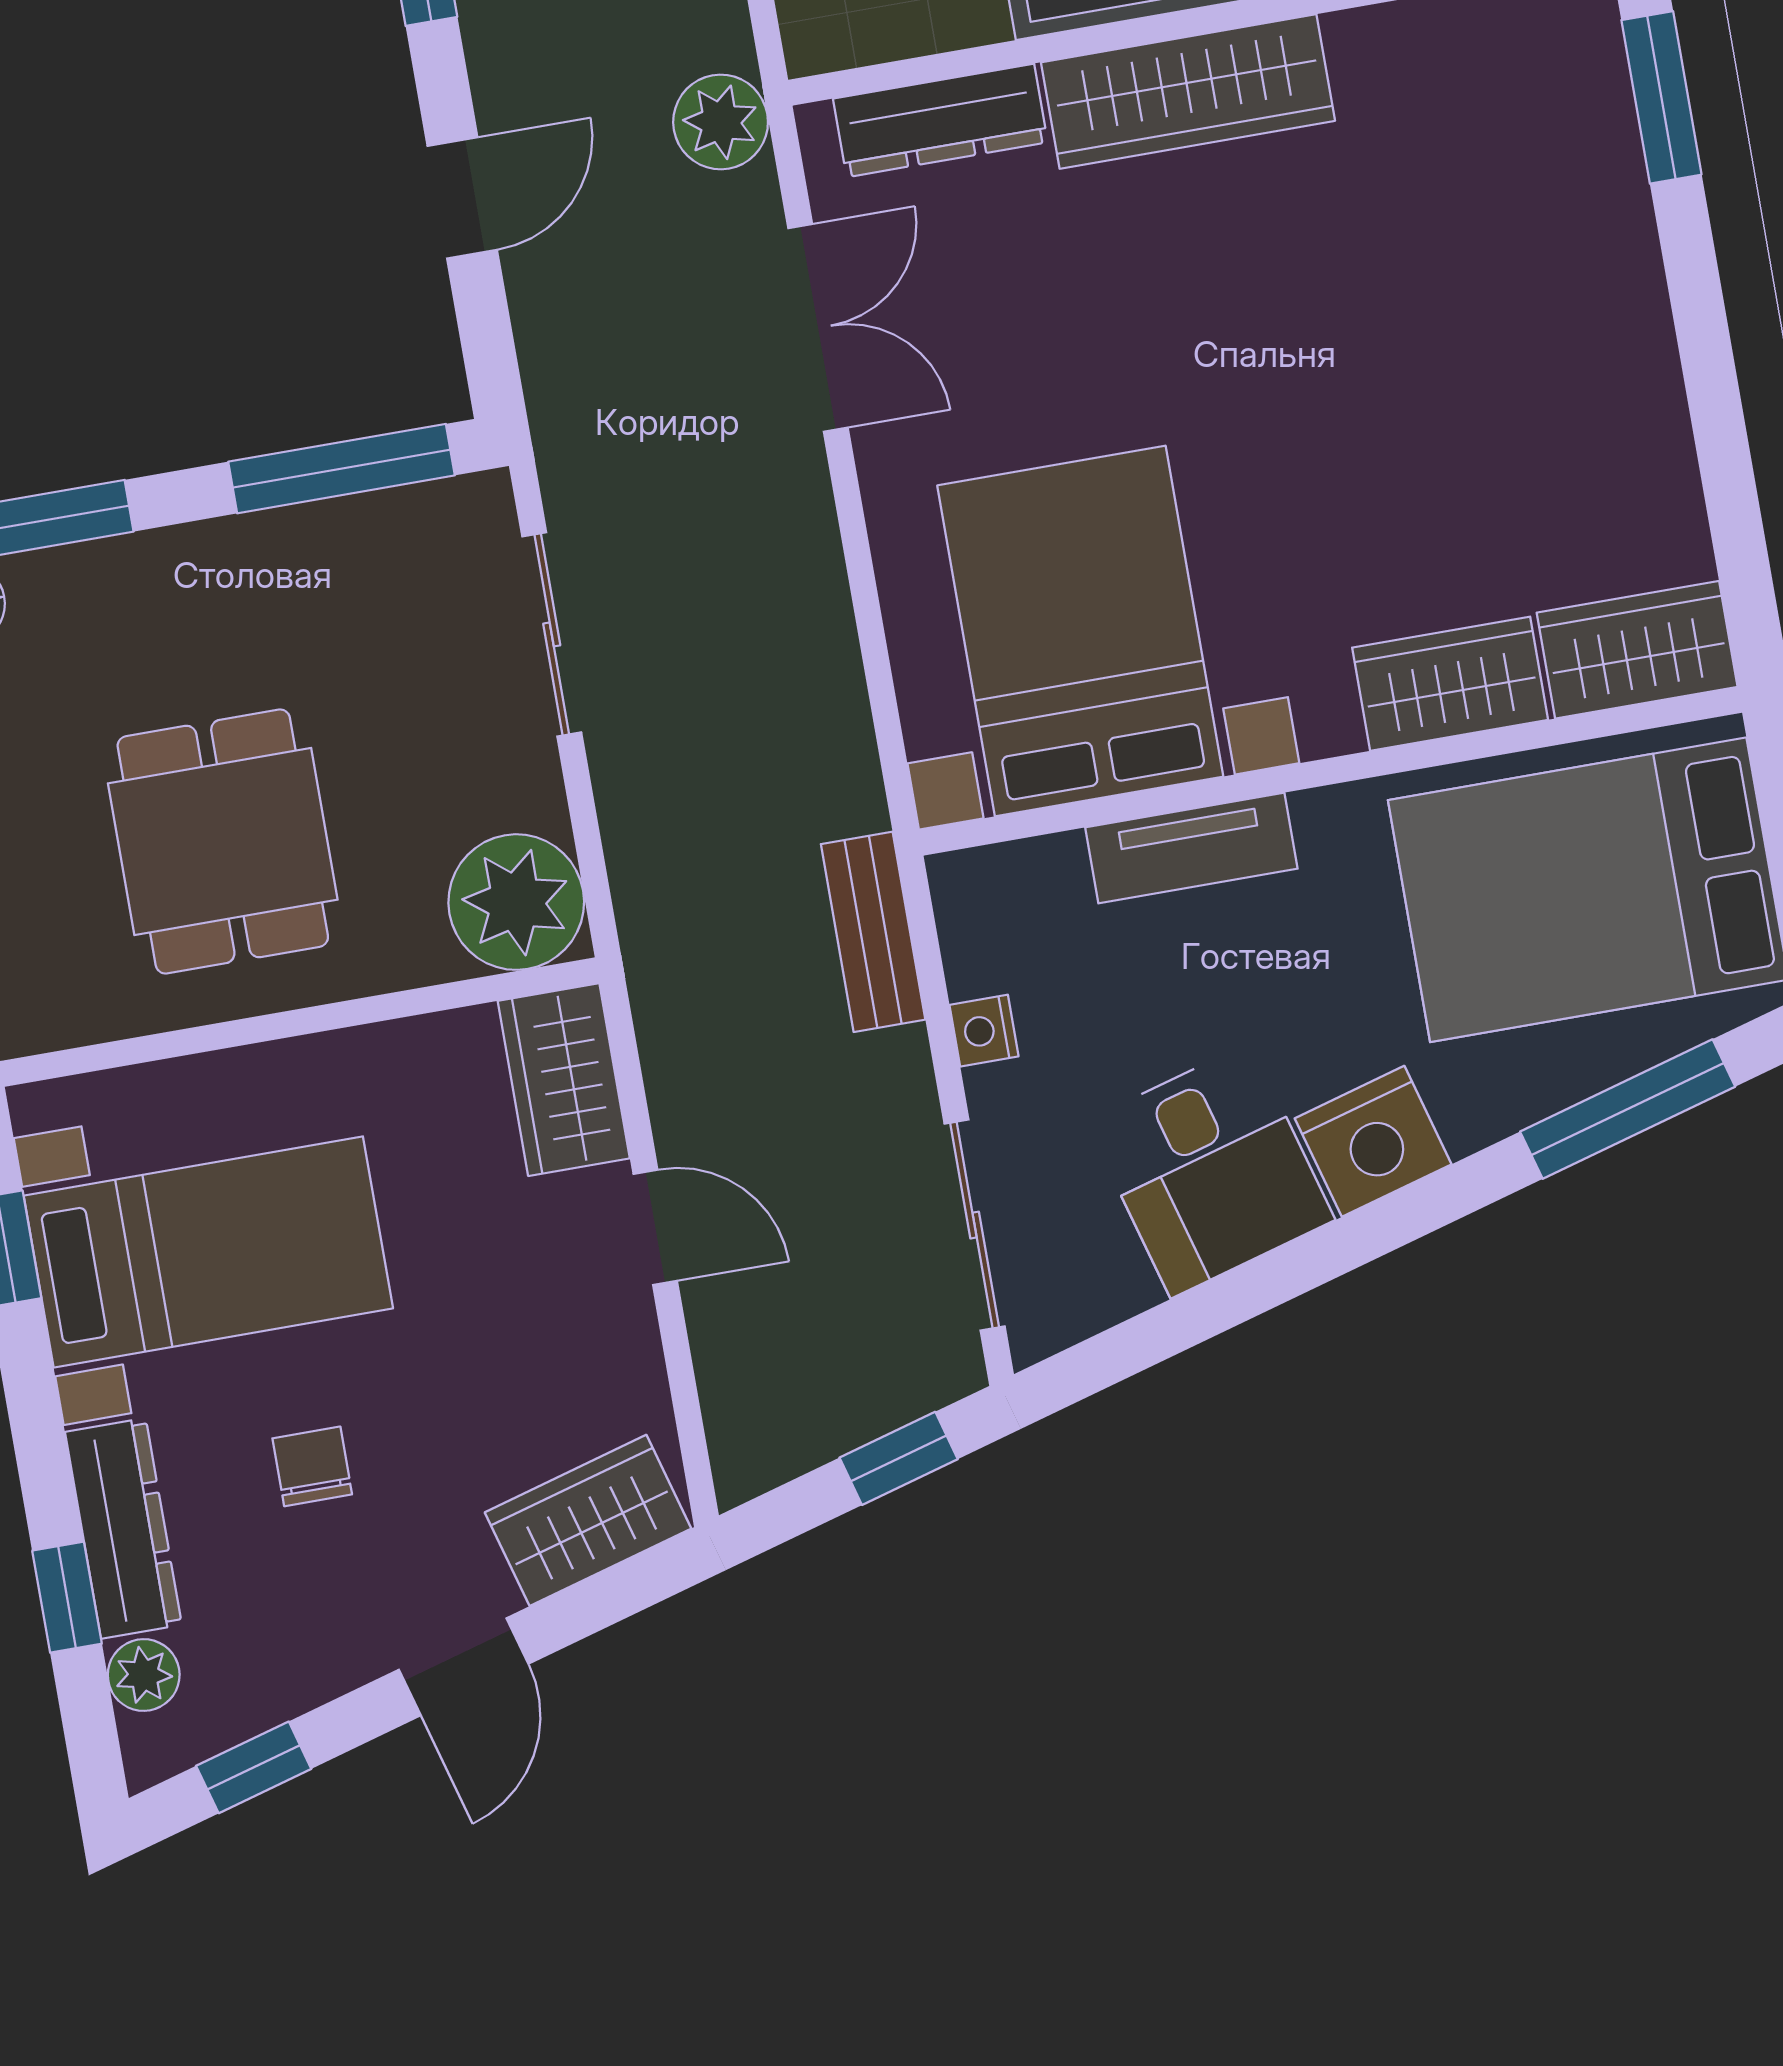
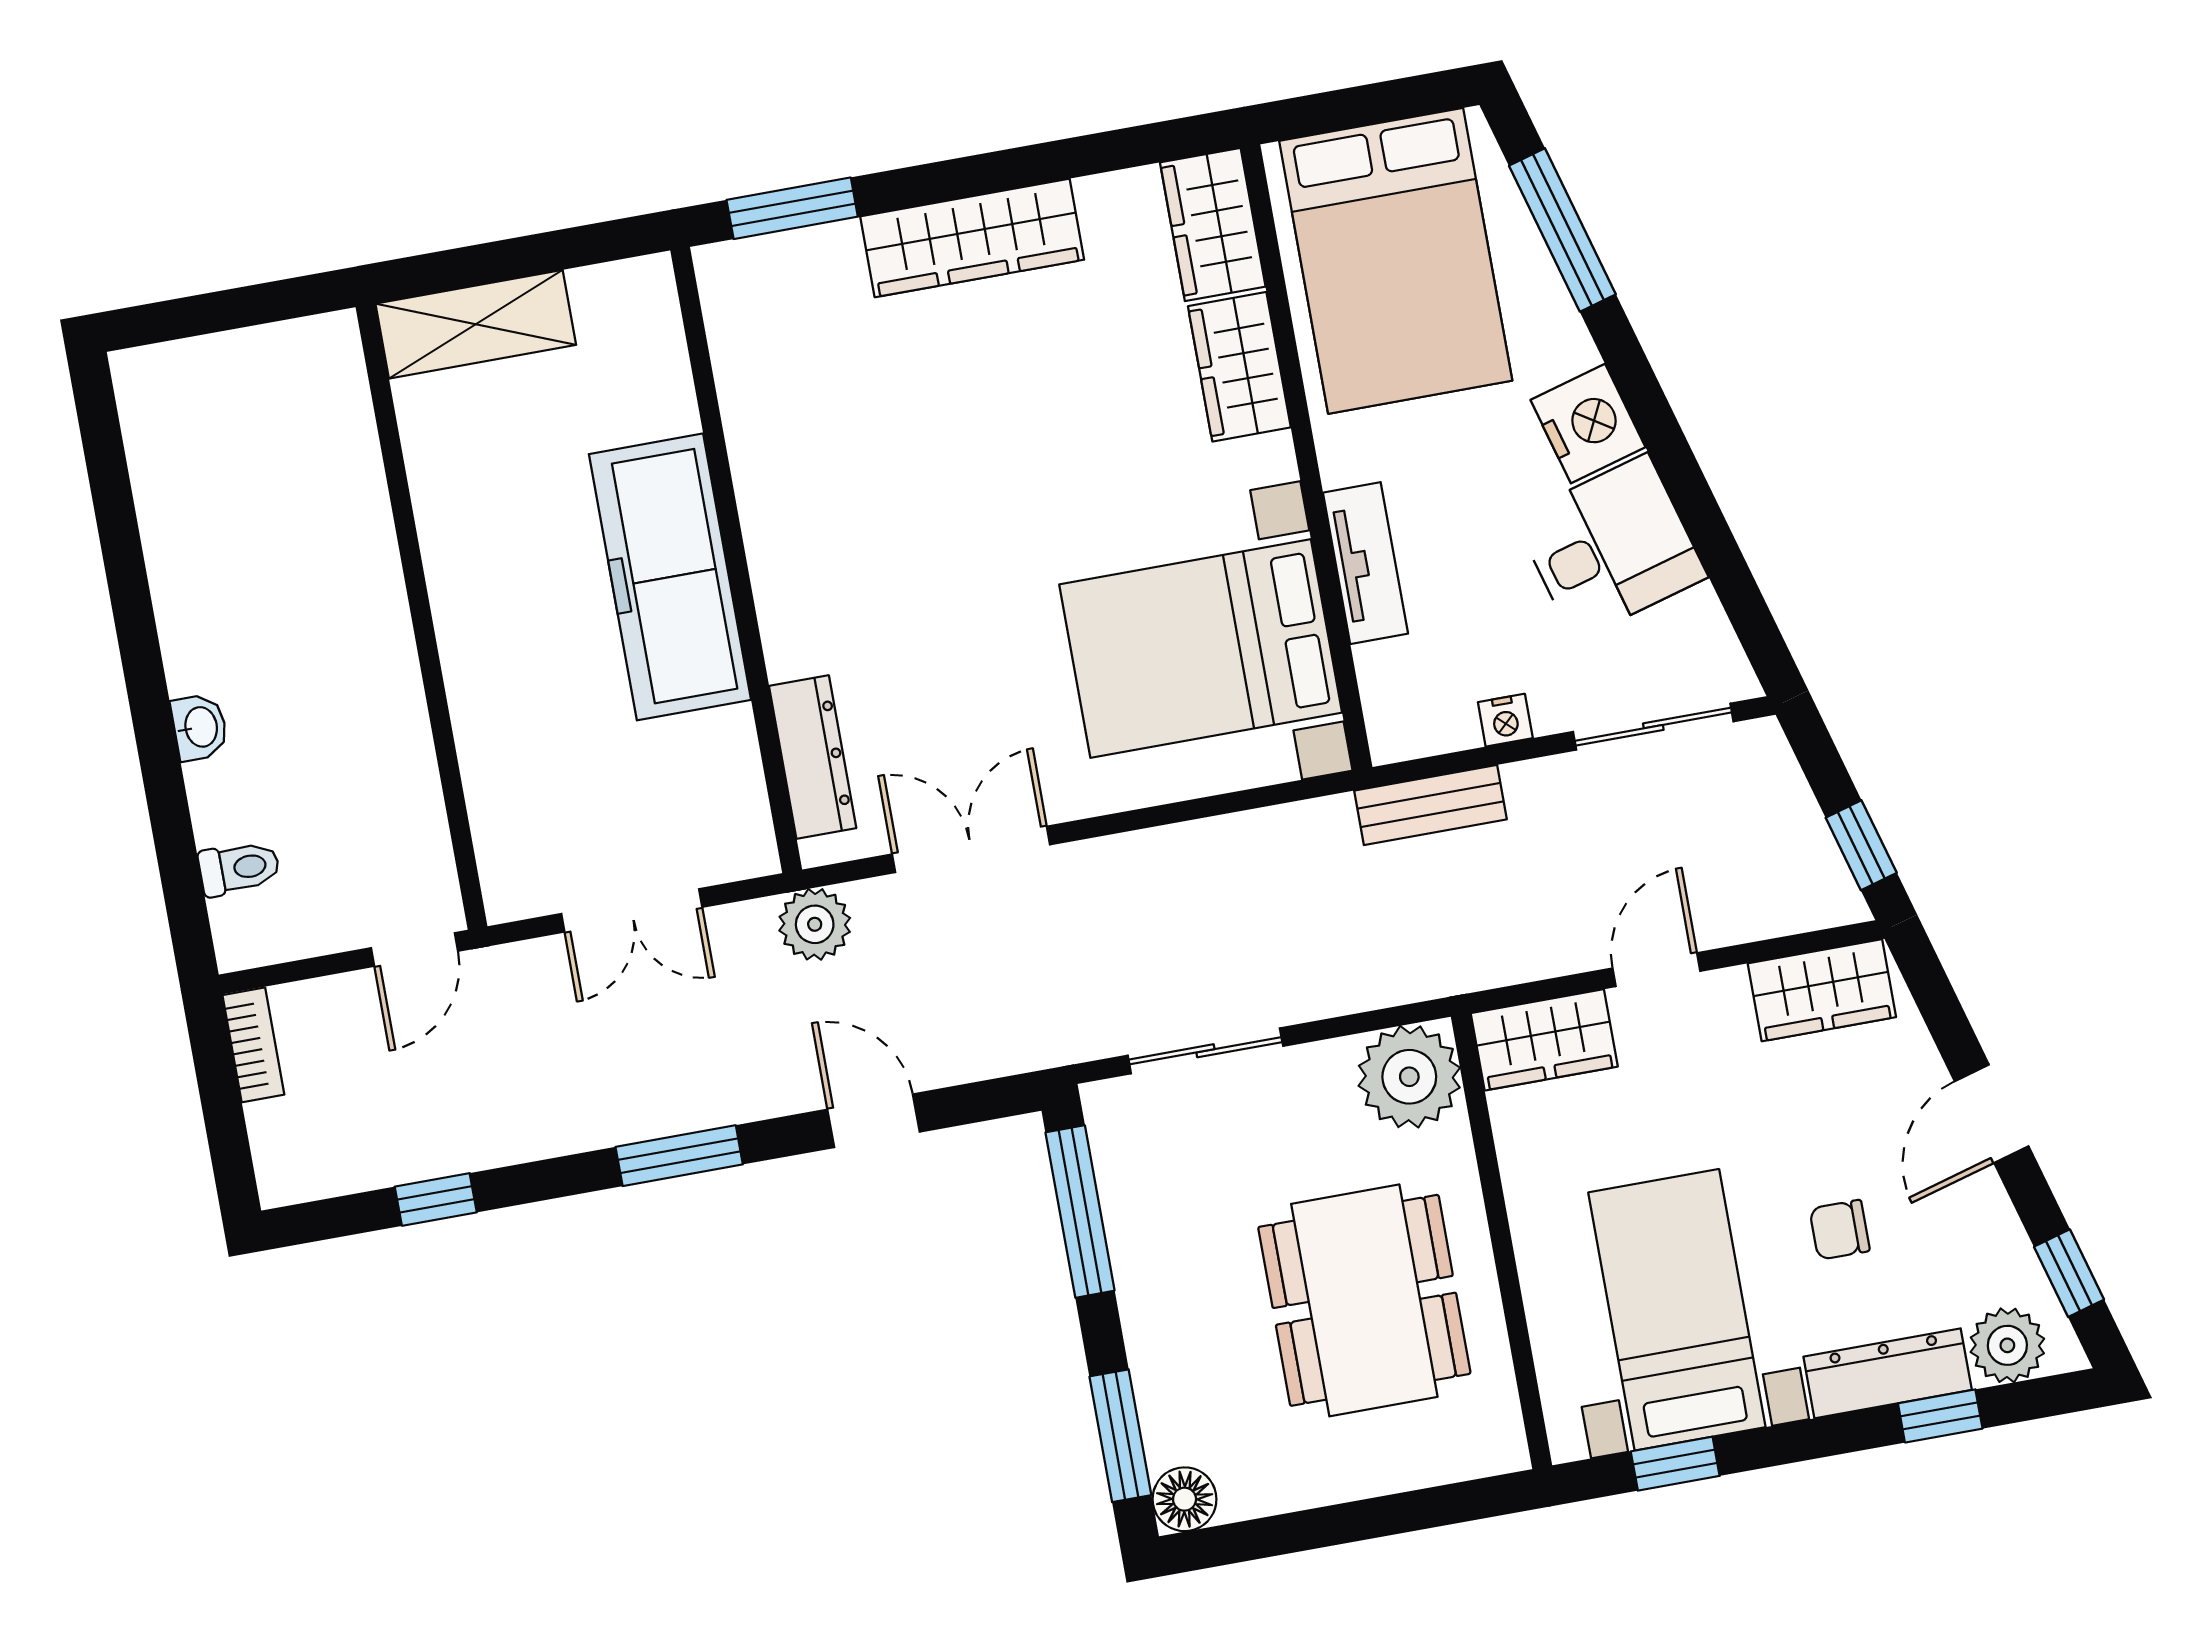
wardrobe: (1188, 92) -> (972, 238), moved, turned 90
dining table: (223, 841) -> (1364, 1300), width x1.37
window: (899, 1458) -> (1861, 845), moved
wardrobe: (588, 1520) -> (1822, 990), moved, turned -74
door: (464, 1667) -> (1992, 1114), swing flipped
plant: (144, 1675) -> (2007, 1345), width x1.38, depth x1.38

